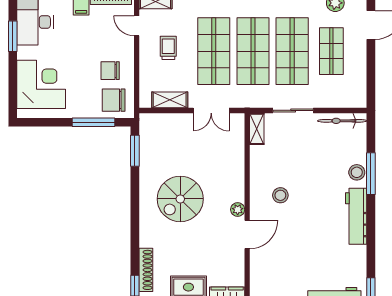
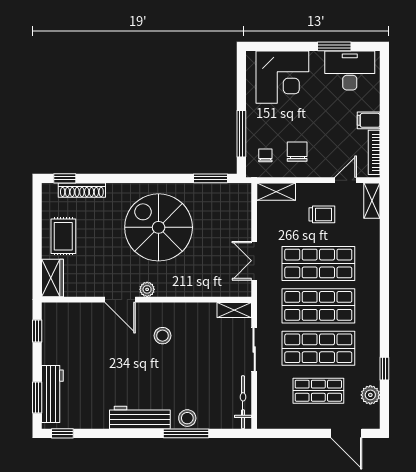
chair: (114, 100) -> (265, 155), width x0.54, depth x0.54
shelving: (170, 100) -> (276, 192), moved, turned 90
spiral stairs: (180, 199) -> (159, 227), width x1.37, depth x1.37

